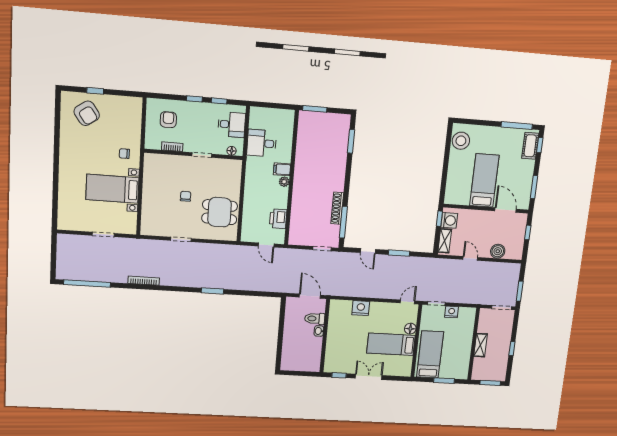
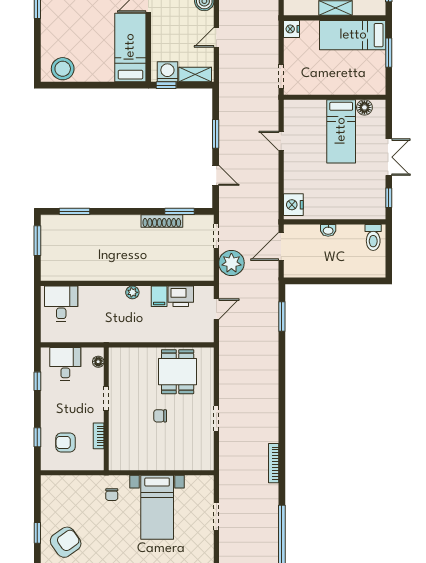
window: (194, 99) -> (37, 437), moved
window: (315, 109) -> (37, 241), moved
desk: (262, 143) -> (61, 304), moved, turned 180
filing cabinet: (282, 169) -> (159, 296), moved
bed: (484, 180) -> (130, 47), moved, turned 90
window: (343, 222) -> (180, 211), width x0.69
door: (368, 251) -> (216, 175), hinge flipped
plant: (301, 259) -> (231, 263), added
window: (212, 291) -> (282, 316), moved
door: (408, 302) -> (281, 141), moved
nightstand: (361, 308) -> (293, 205), moved
nightstand: (452, 312) -> (291, 29), moved
toilet: (315, 319) -> (373, 237), moved
floor lamp: (410, 329) -> (364, 107), moved
bed: (430, 354) -> (353, 35), moved
double door: (369, 377) -> (389, 157), swing flipped

